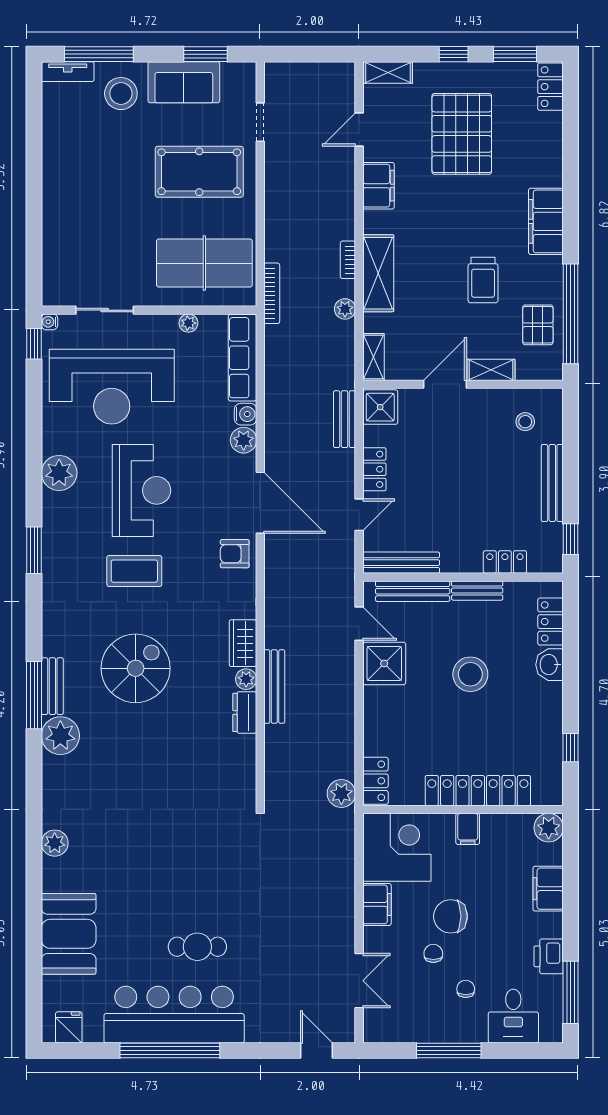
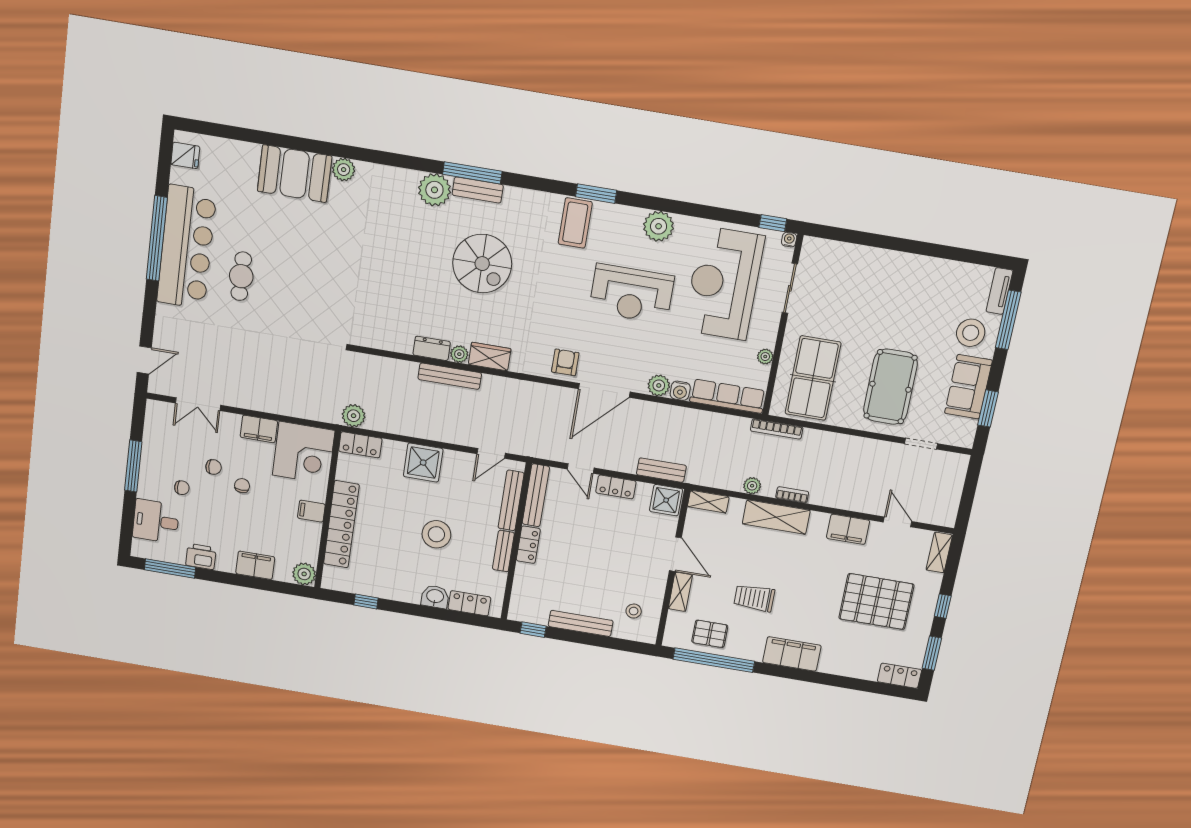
locker: (505, 562) -> (528, 545), moved
coffee table: (134, 571) -> (575, 223), moved
shower: (384, 663) -> (423, 463), moved
chair: (450, 916) -> (242, 486), width x0.54, depth x0.54
booth: (69, 934) -> (295, 174), moved

